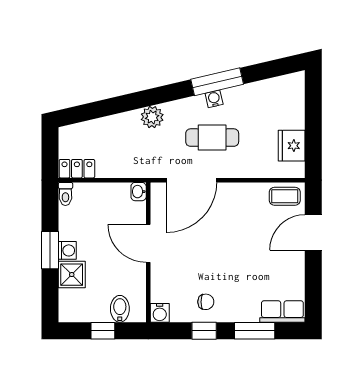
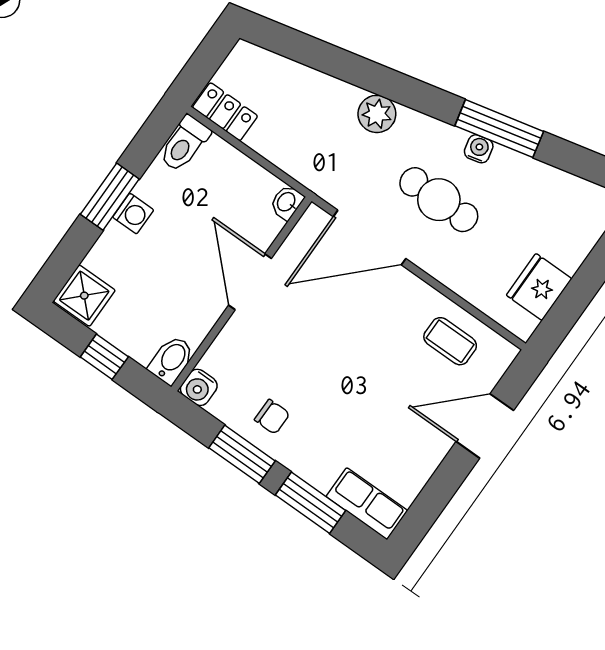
toilet: (65, 194) -> (184, 144), width x1.37, depth x1.39
coffee table: (285, 196) -> (450, 341), moved
shower: (72, 275) -> (84, 296), moved
bidet: (120, 309) -> (171, 360), moved
window: (204, 331) -> (242, 454), width x1.50

